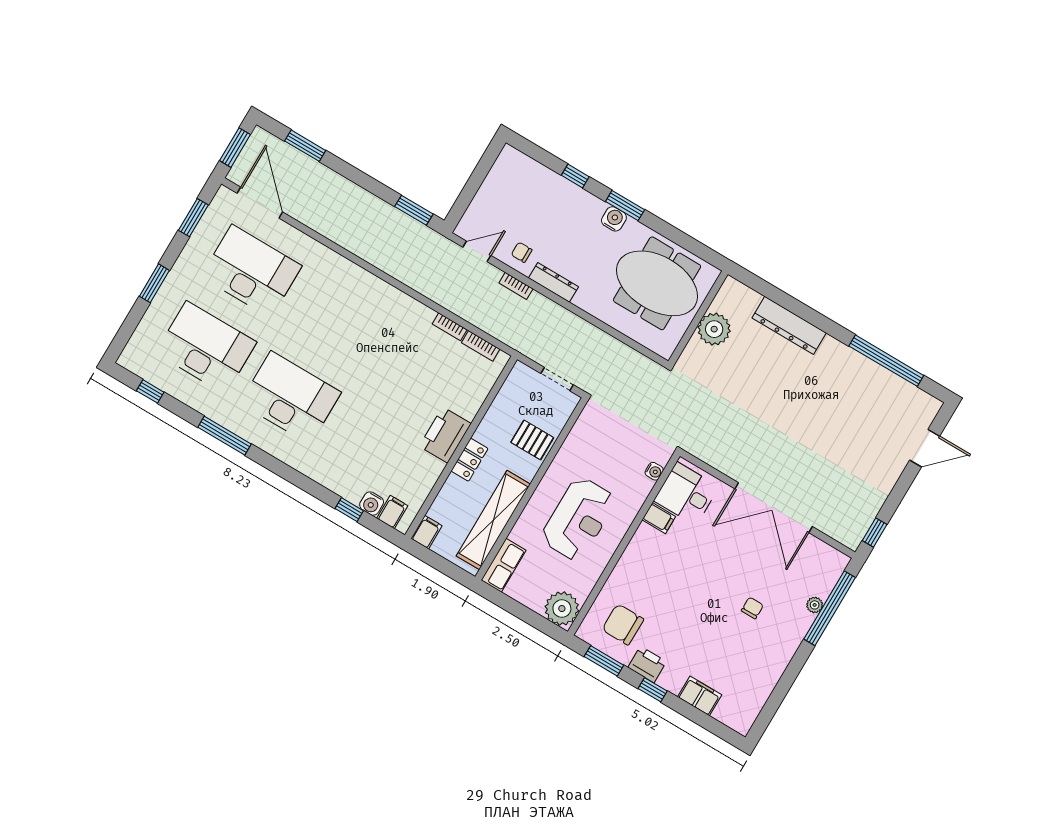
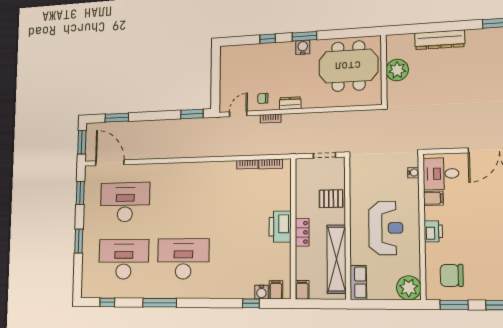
dresser: (553, 282) -> (290, 103), width x0.70
printer: (647, 664) -> (433, 231), moved, turned 90

